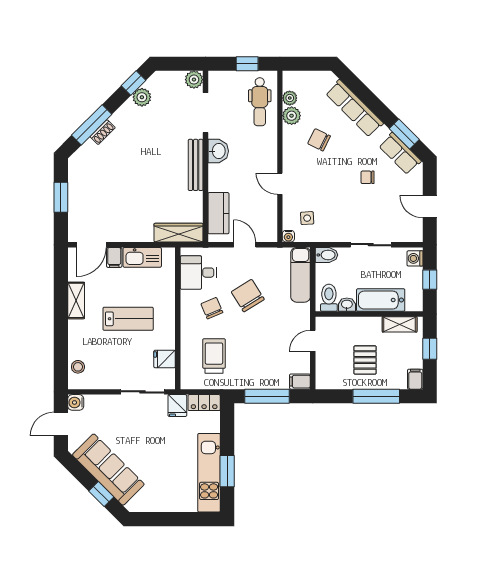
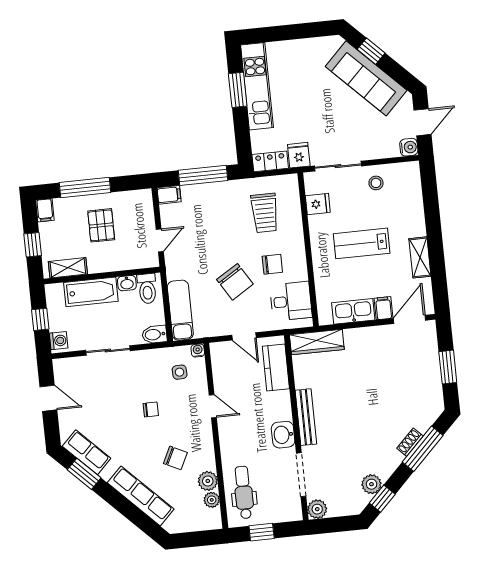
chair: (368, 177) -> (151, 409), moved
chair: (212, 308) -> (272, 264), turned -67
stool: (78, 367) -> (376, 183), moved

